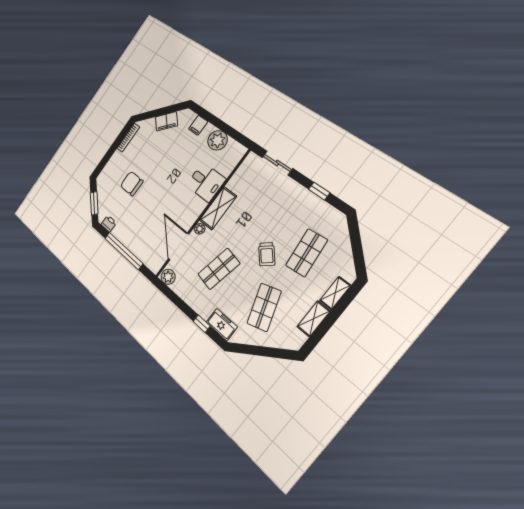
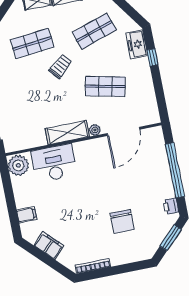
plant: (218, 140) -> (18, 165), moved
desk: (206, 182) -> (54, 163), width x1.37
plant: (168, 277) -> (152, 115), removed

